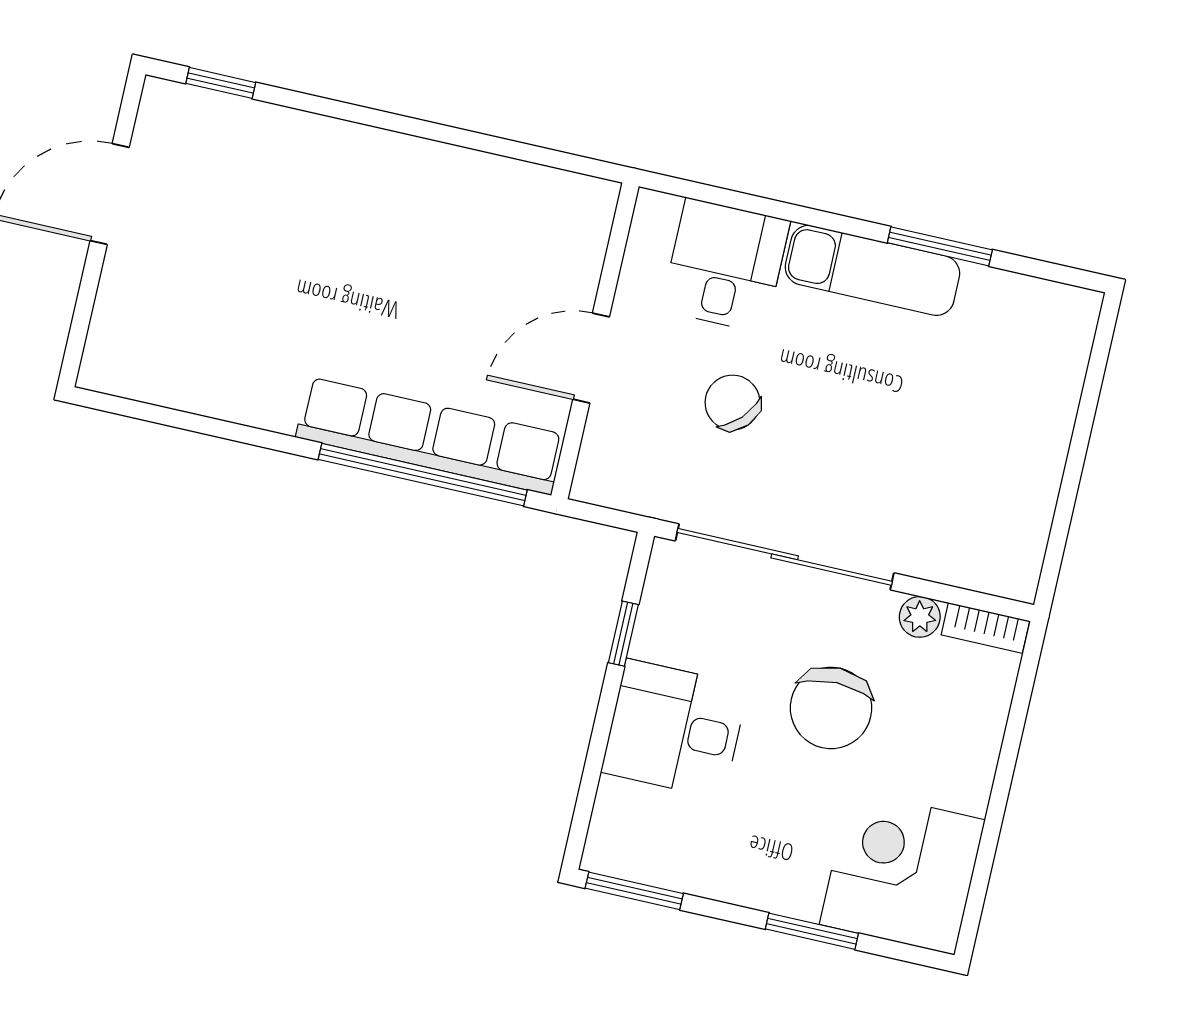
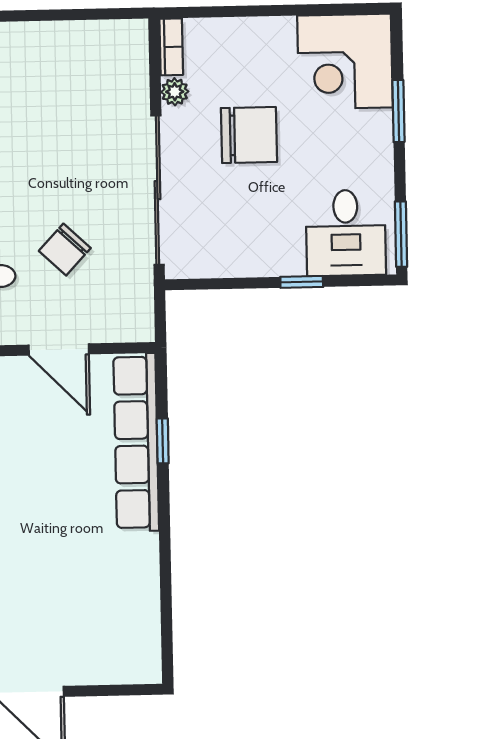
window: (423, 475) -> (163, 441), width x0.32
window: (623, 634) -> (302, 282), moved
desk: (675, 729) -> (346, 233), moved

